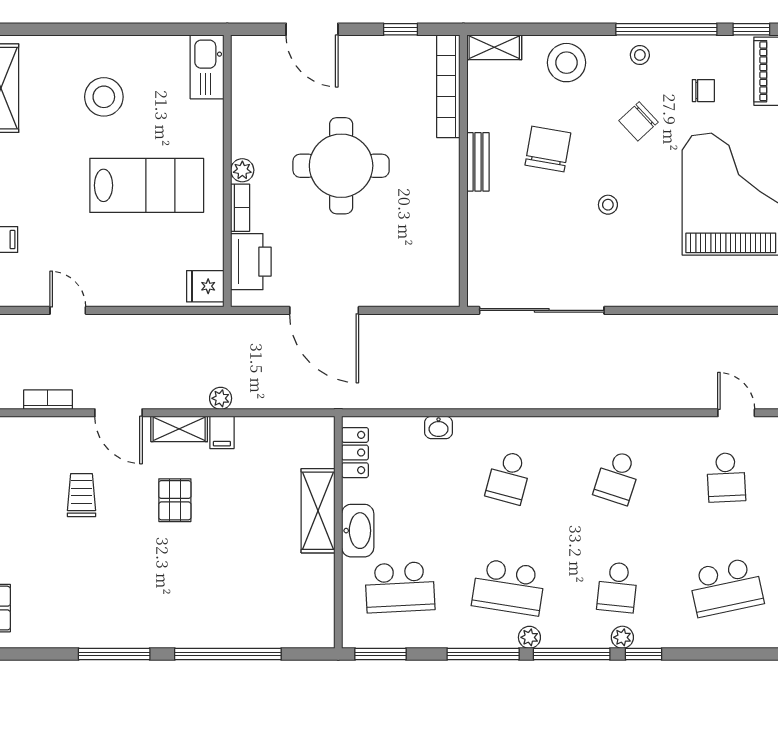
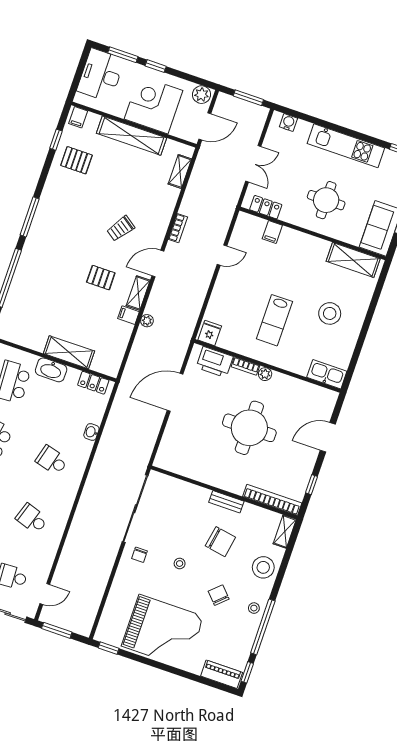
chair: (703, 91) -> (139, 555), moved
lab bench: (147, 185) -> (274, 320), width x0.73, depth x0.72
trolley: (81, 495) -> (121, 229), turned 125

